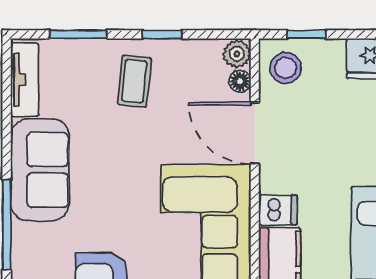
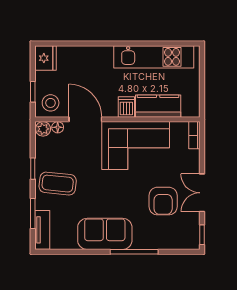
tv unit: (25, 80) -> (42, 230), moved, turned 90
coffee table: (134, 81) -> (58, 184), width x1.36, depth x1.30
door: (255, 133) -> (85, 119), swing flipped

